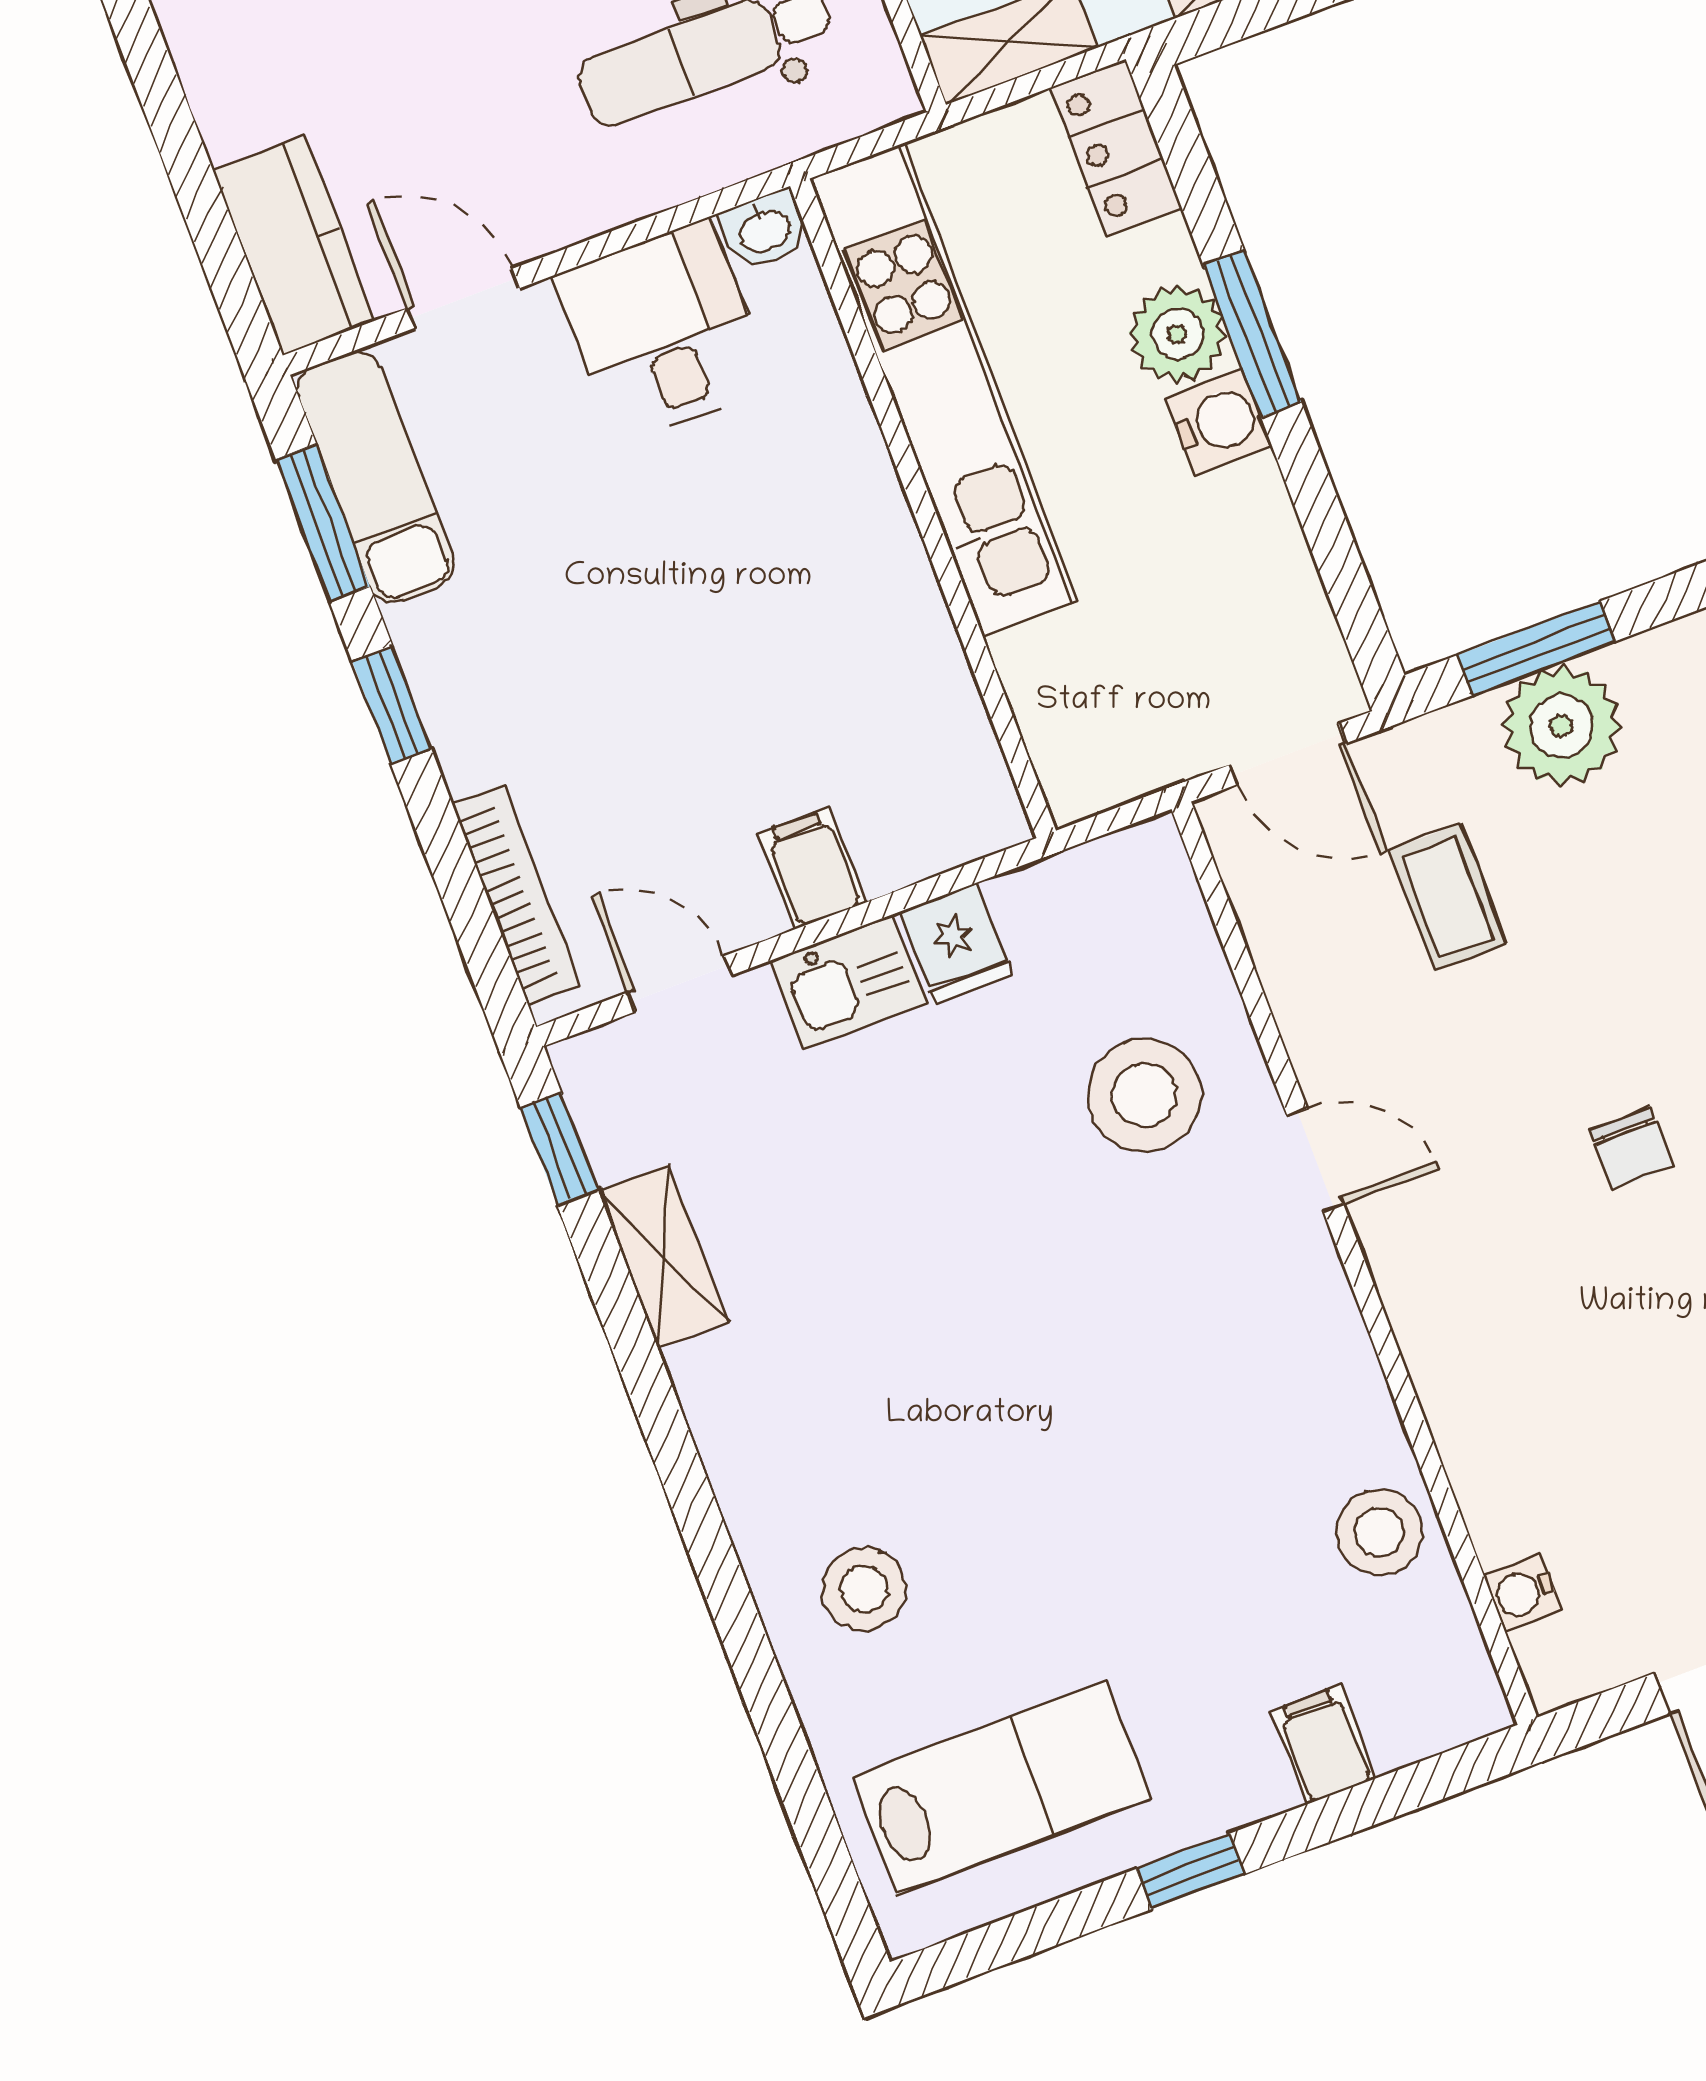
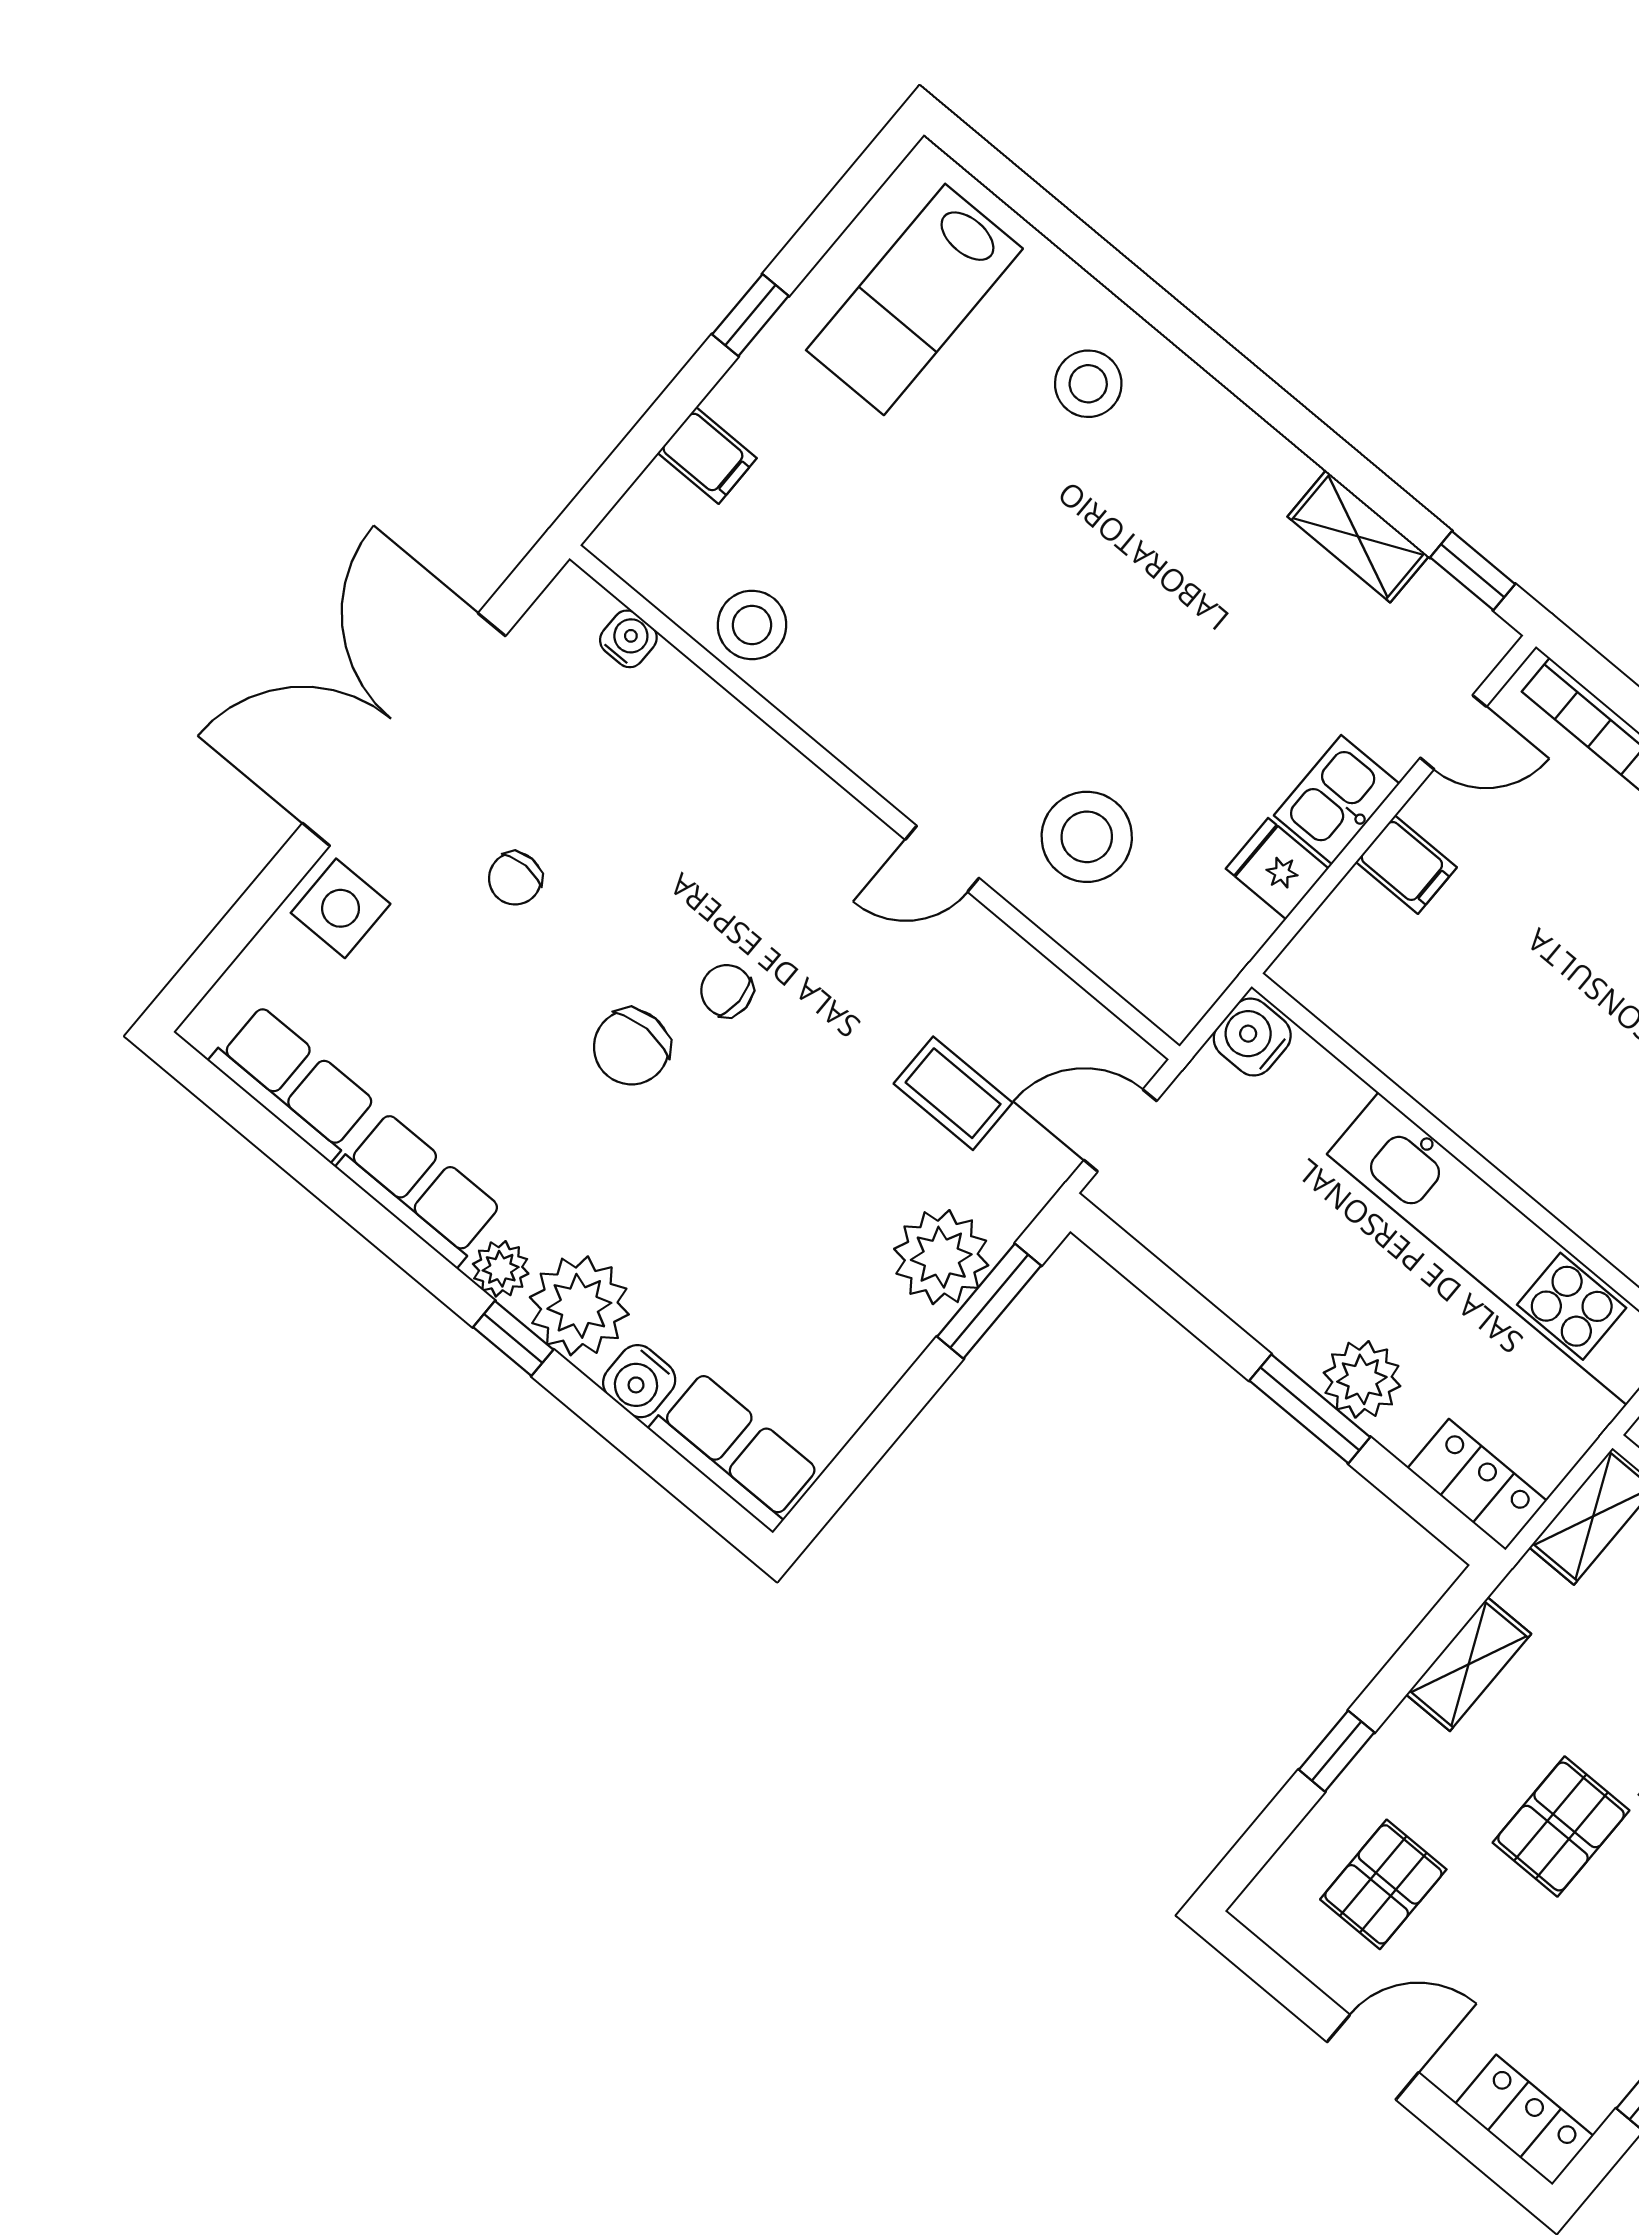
water cooler: (1219, 422) -> (1252, 1037), moved, turned 90

